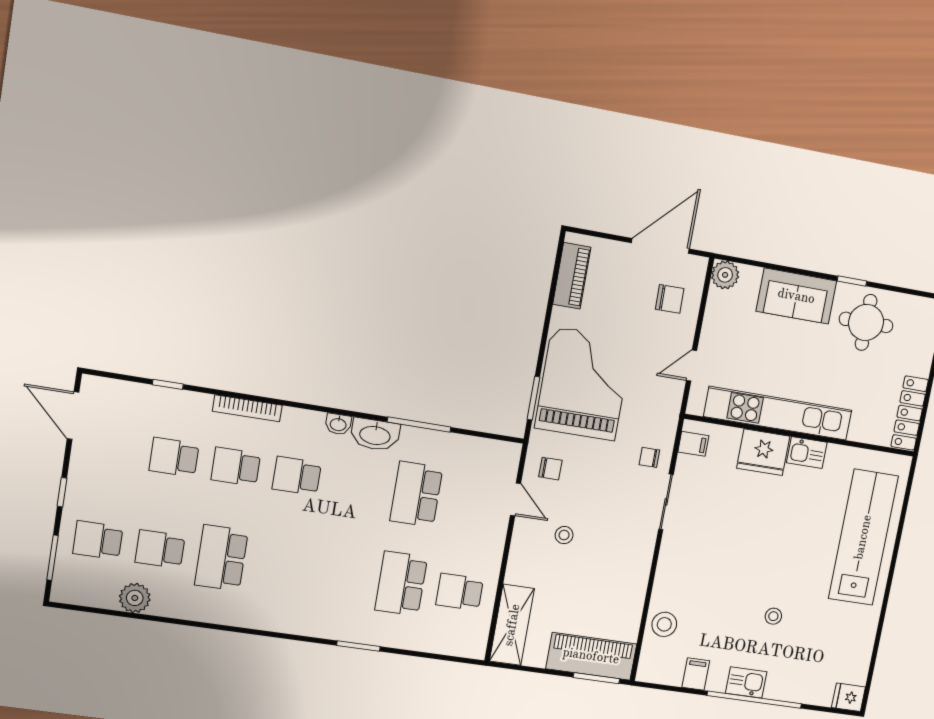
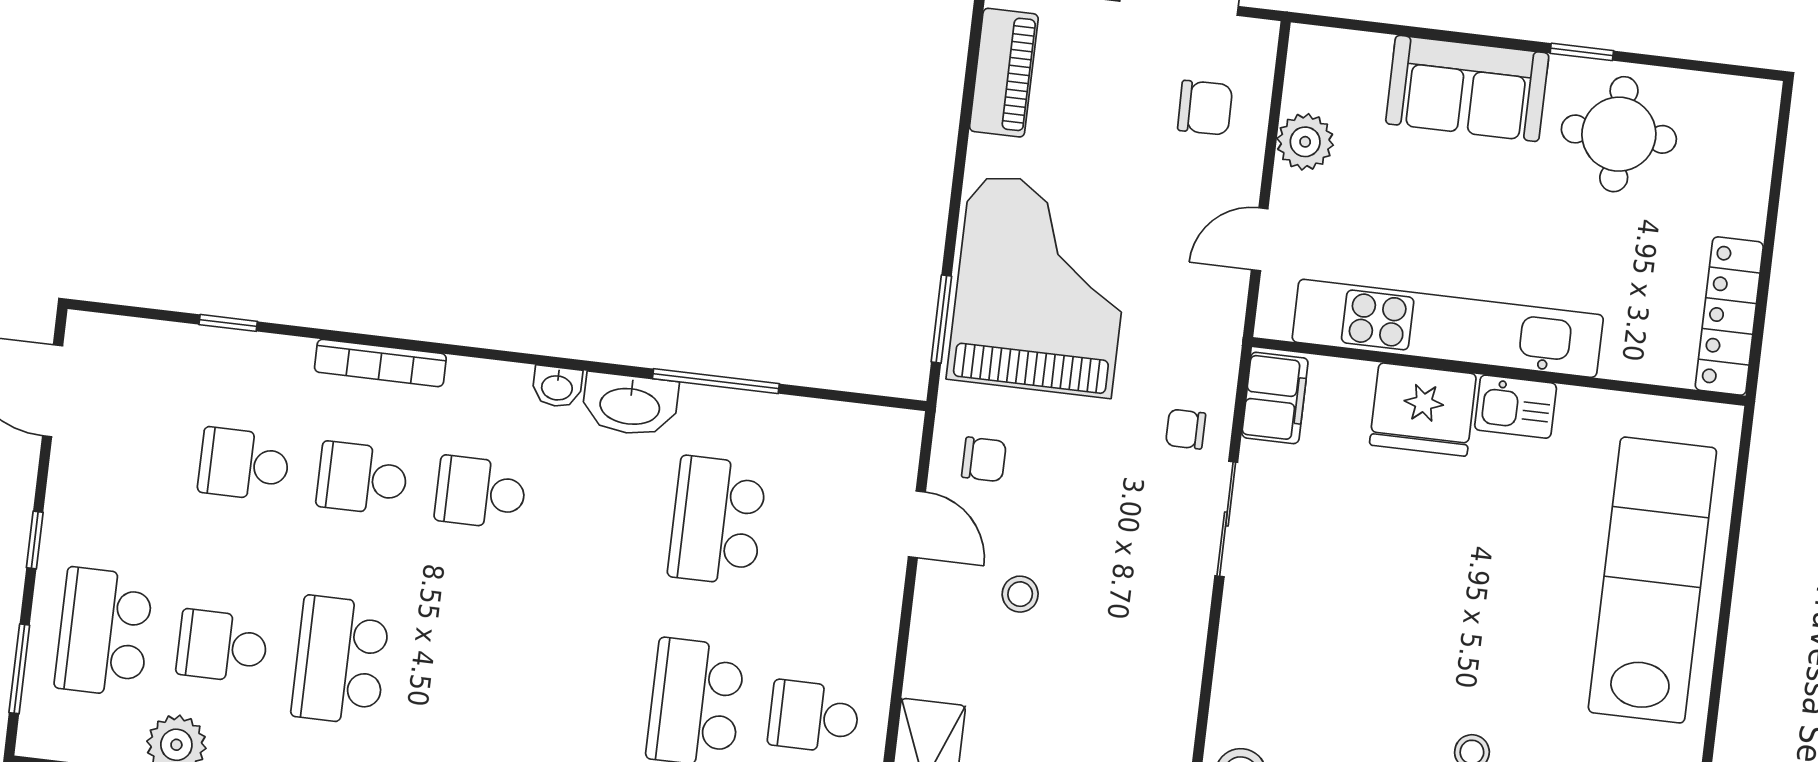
plant: (725, 275) -> (1305, 142), moved
filing cabinet: (693, 444) -> (1275, 398), width x2.00
school desk: (98, 540) -> (104, 632), width x1.85

